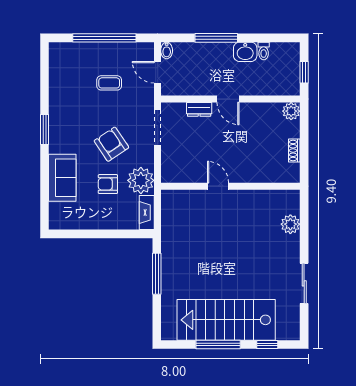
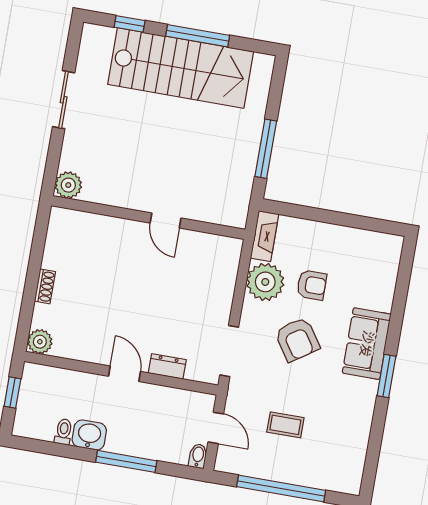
sofa: (62, 178) -> (367, 344), moved
door: (218, 186) -> (166, 221), moved
wall: (230, 186) -> (148, 218), moved

